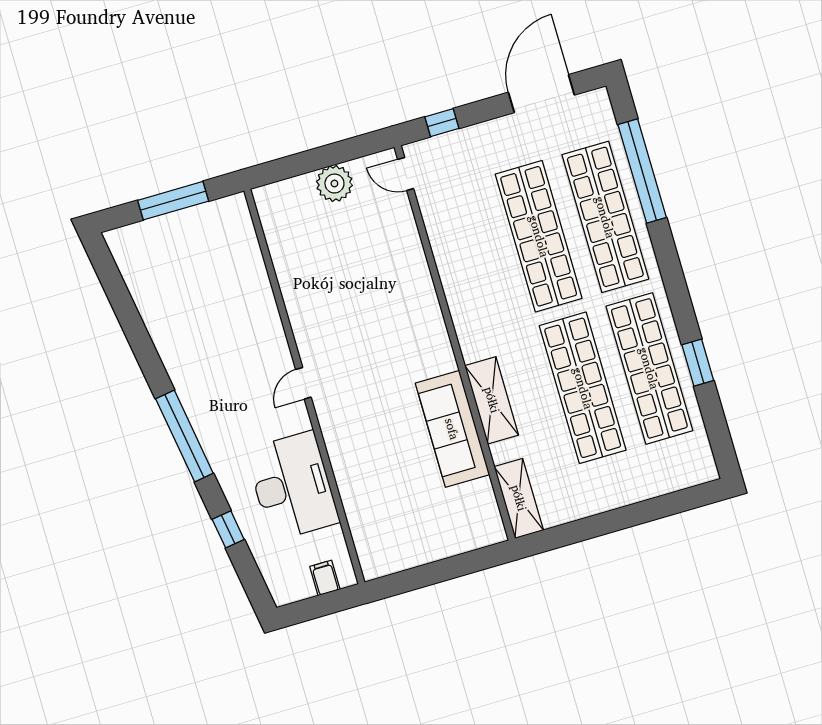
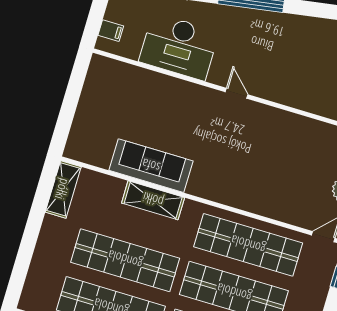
shop shelf: (472, 256) -> (248, 245), added
shelving: (519, 498) -> (63, 189), moved, turned 90

